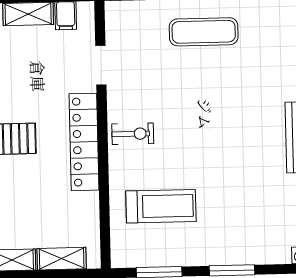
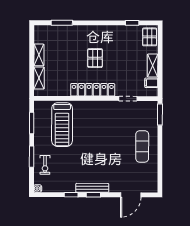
exercise bike: (133, 134) -> (45, 165), moved
treadmill: (161, 206) -> (62, 125), width x1.37, depth x1.38

